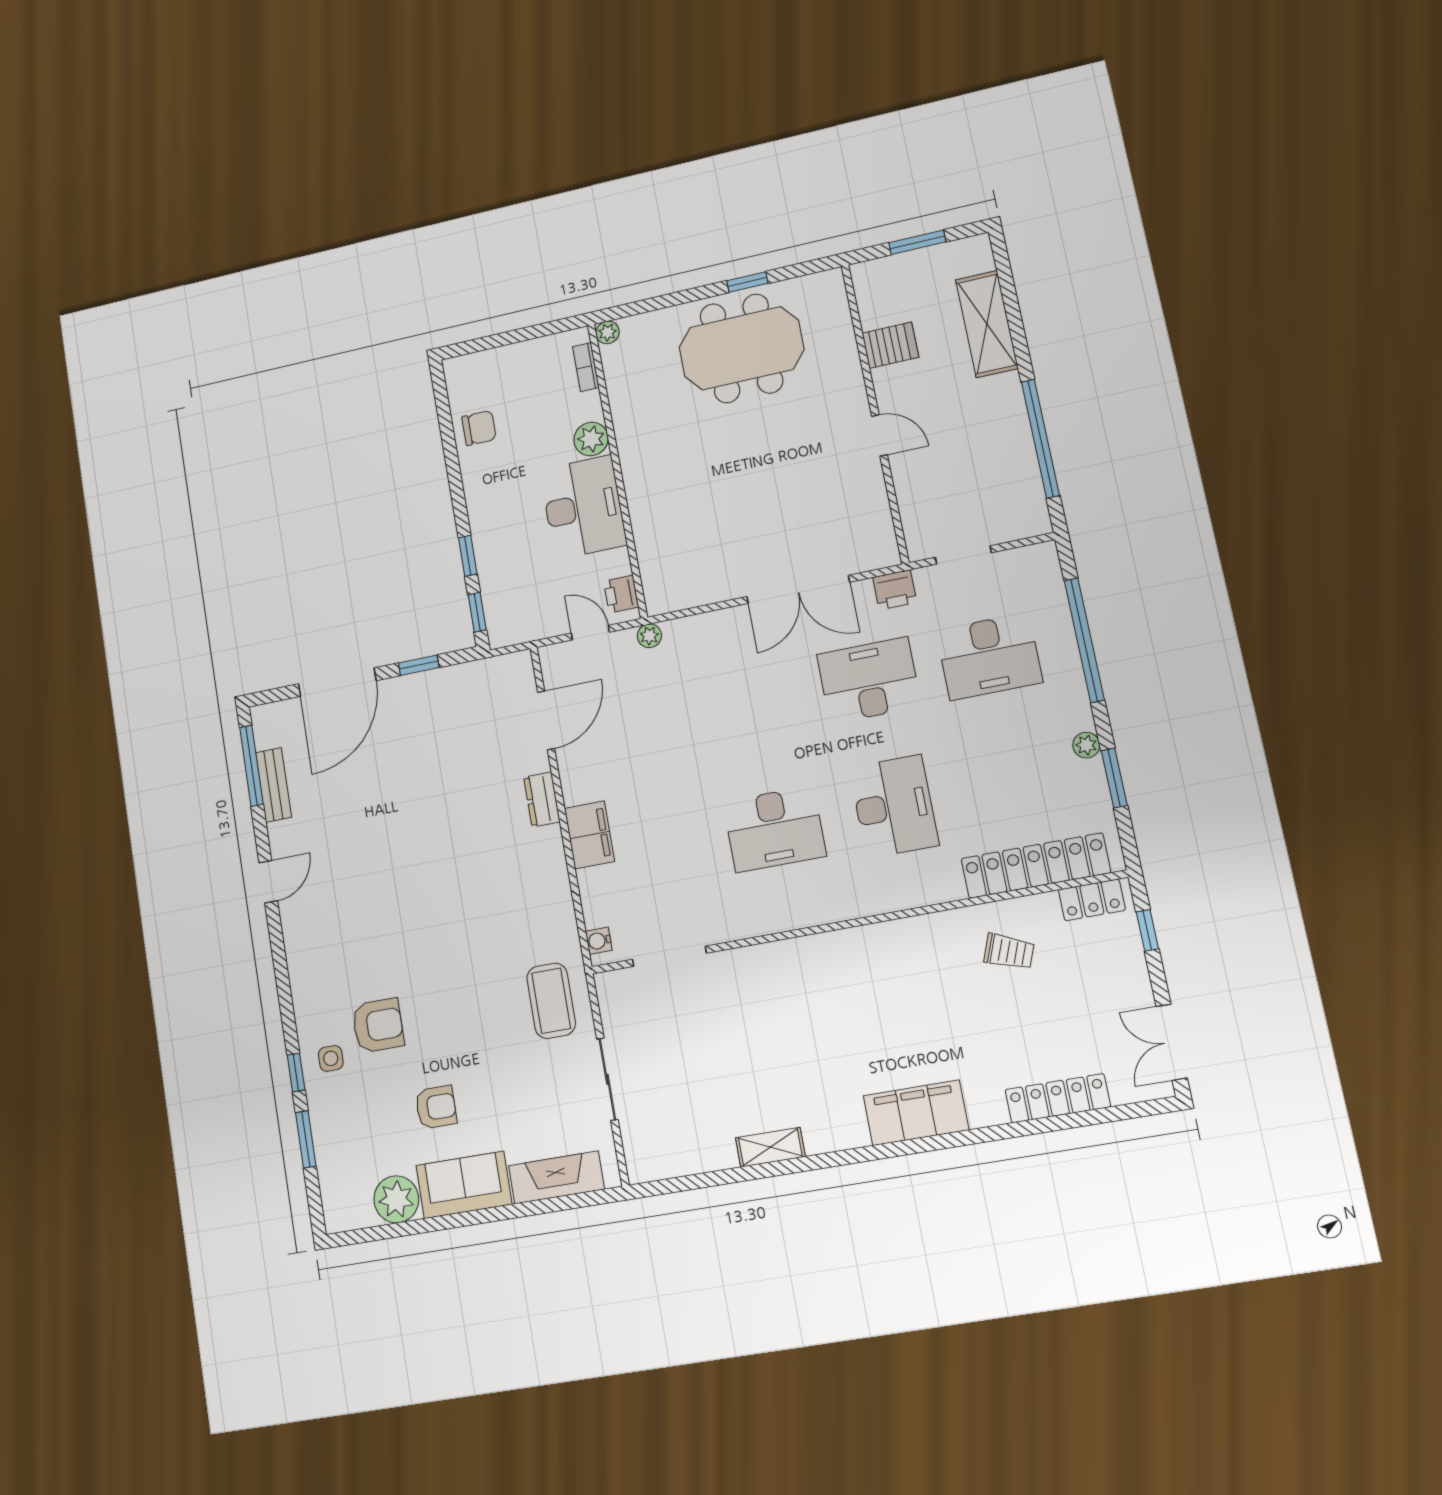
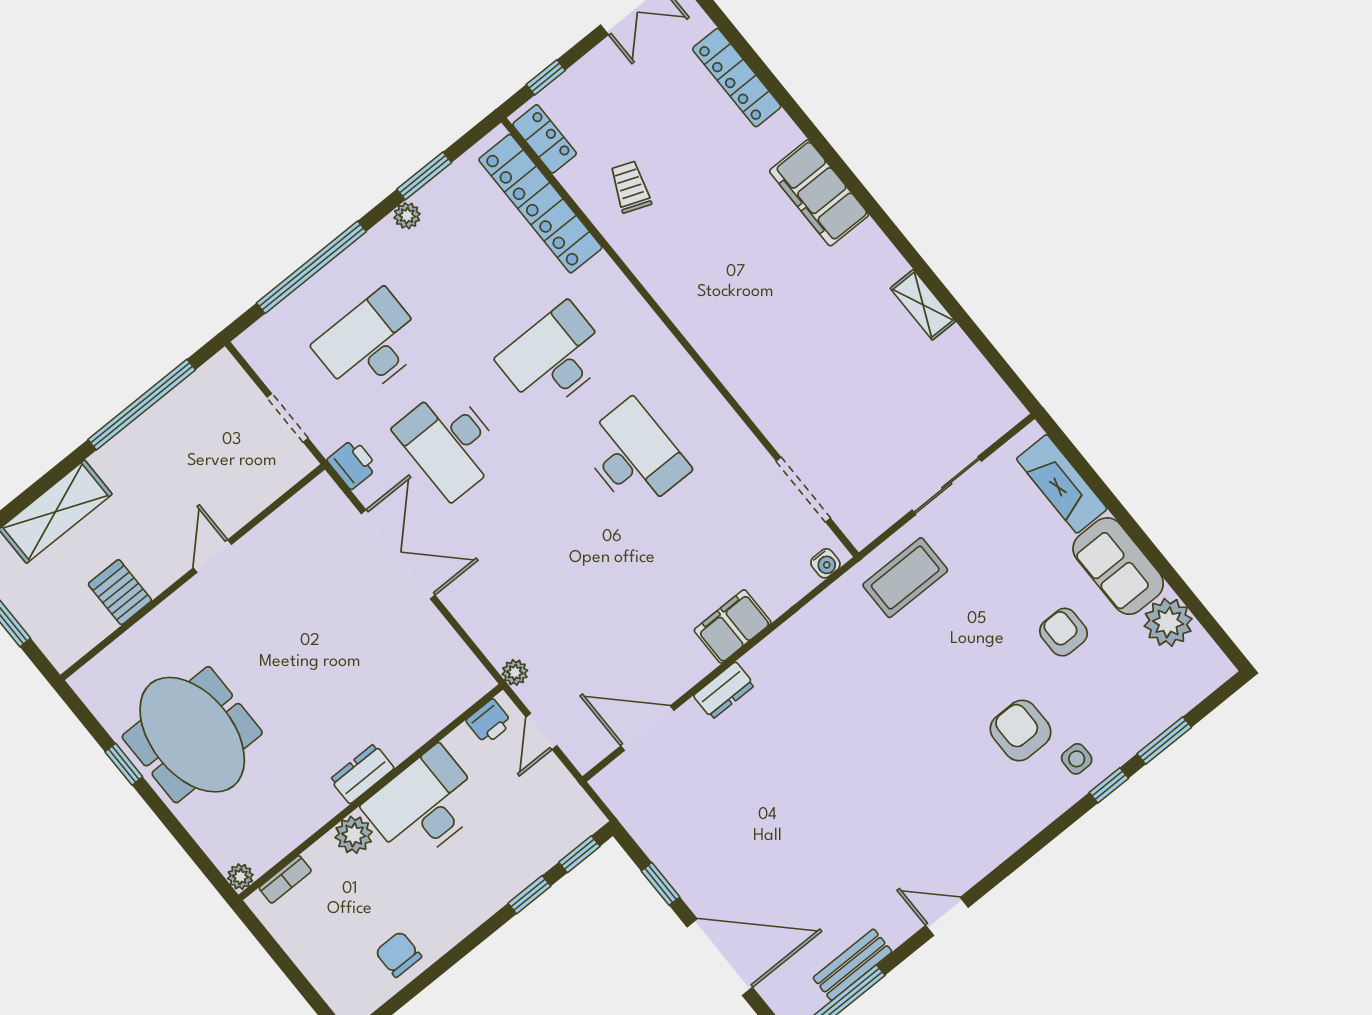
dresser: (636, 470) -> (362, 774), added
desk: (989, 656) -> (370, 345), turned -90

